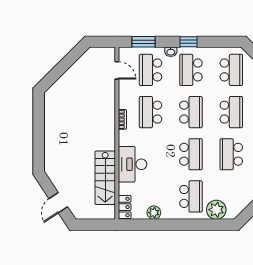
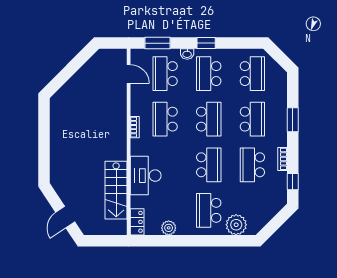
school desk: (191, 196) -> (209, 210), turned 180

